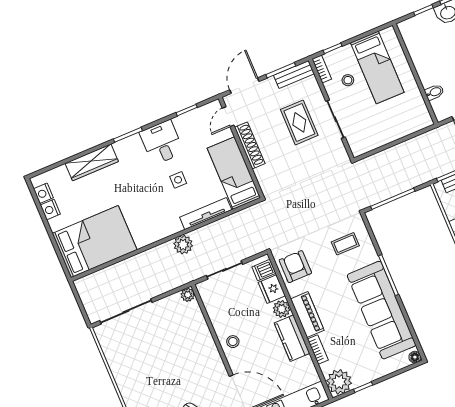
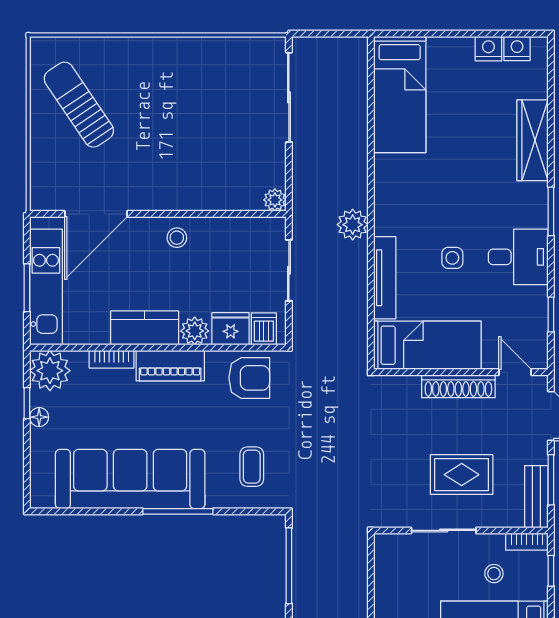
bed: (95, 242) -> (400, 95), width x0.67
floor lamp: (415, 357) -> (39, 417), moved

